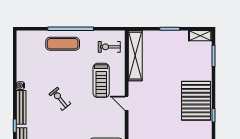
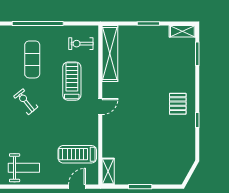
exercise mat: (63, 44) -> (32, 59), moved, turned 90
treadmill: (101, 80) -> (72, 81), turned 180
pallet: (196, 101) -> (178, 104), width x0.49, depth x0.50
door: (127, 103) -> (100, 107), swing flipped

